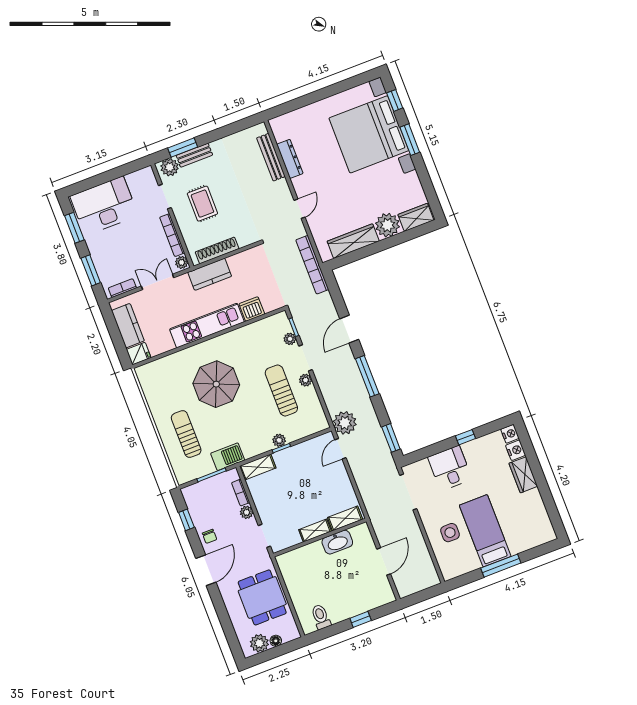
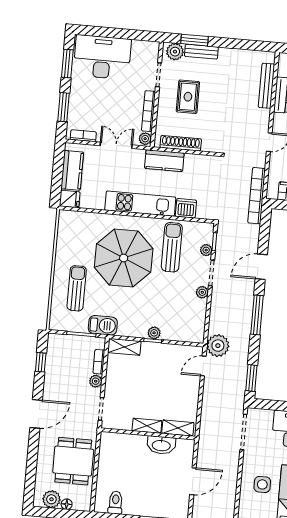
parasol: (216, 384) -> (124, 258), width x1.36, depth x1.36
sun lounger: (281, 390) -> (172, 247), moved
chair: (210, 536) -> (54, 386), removed

